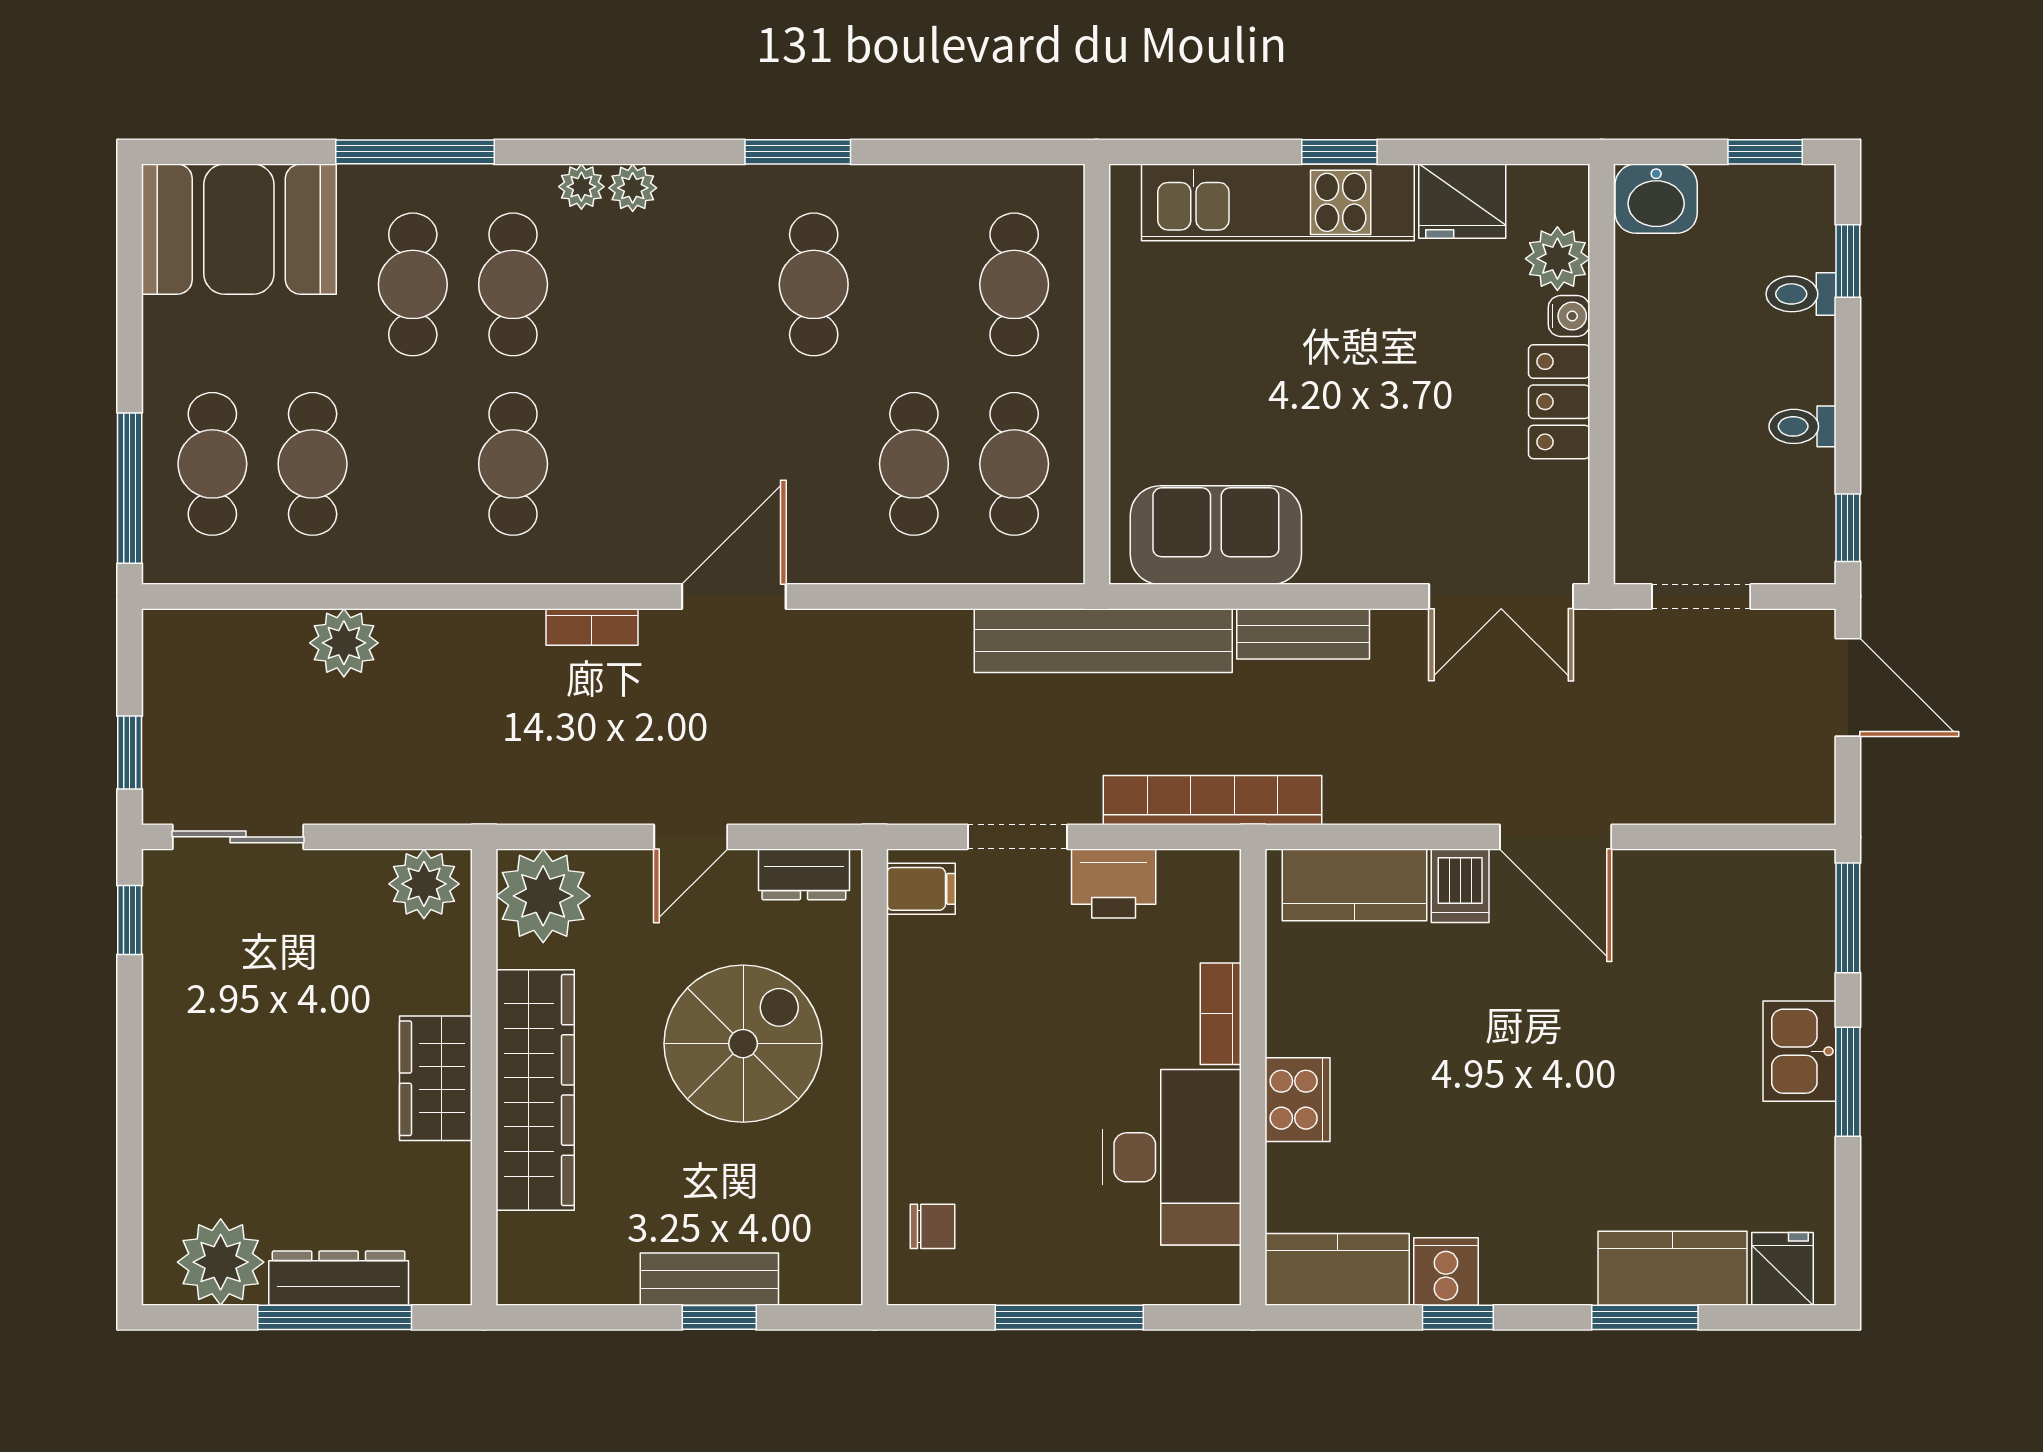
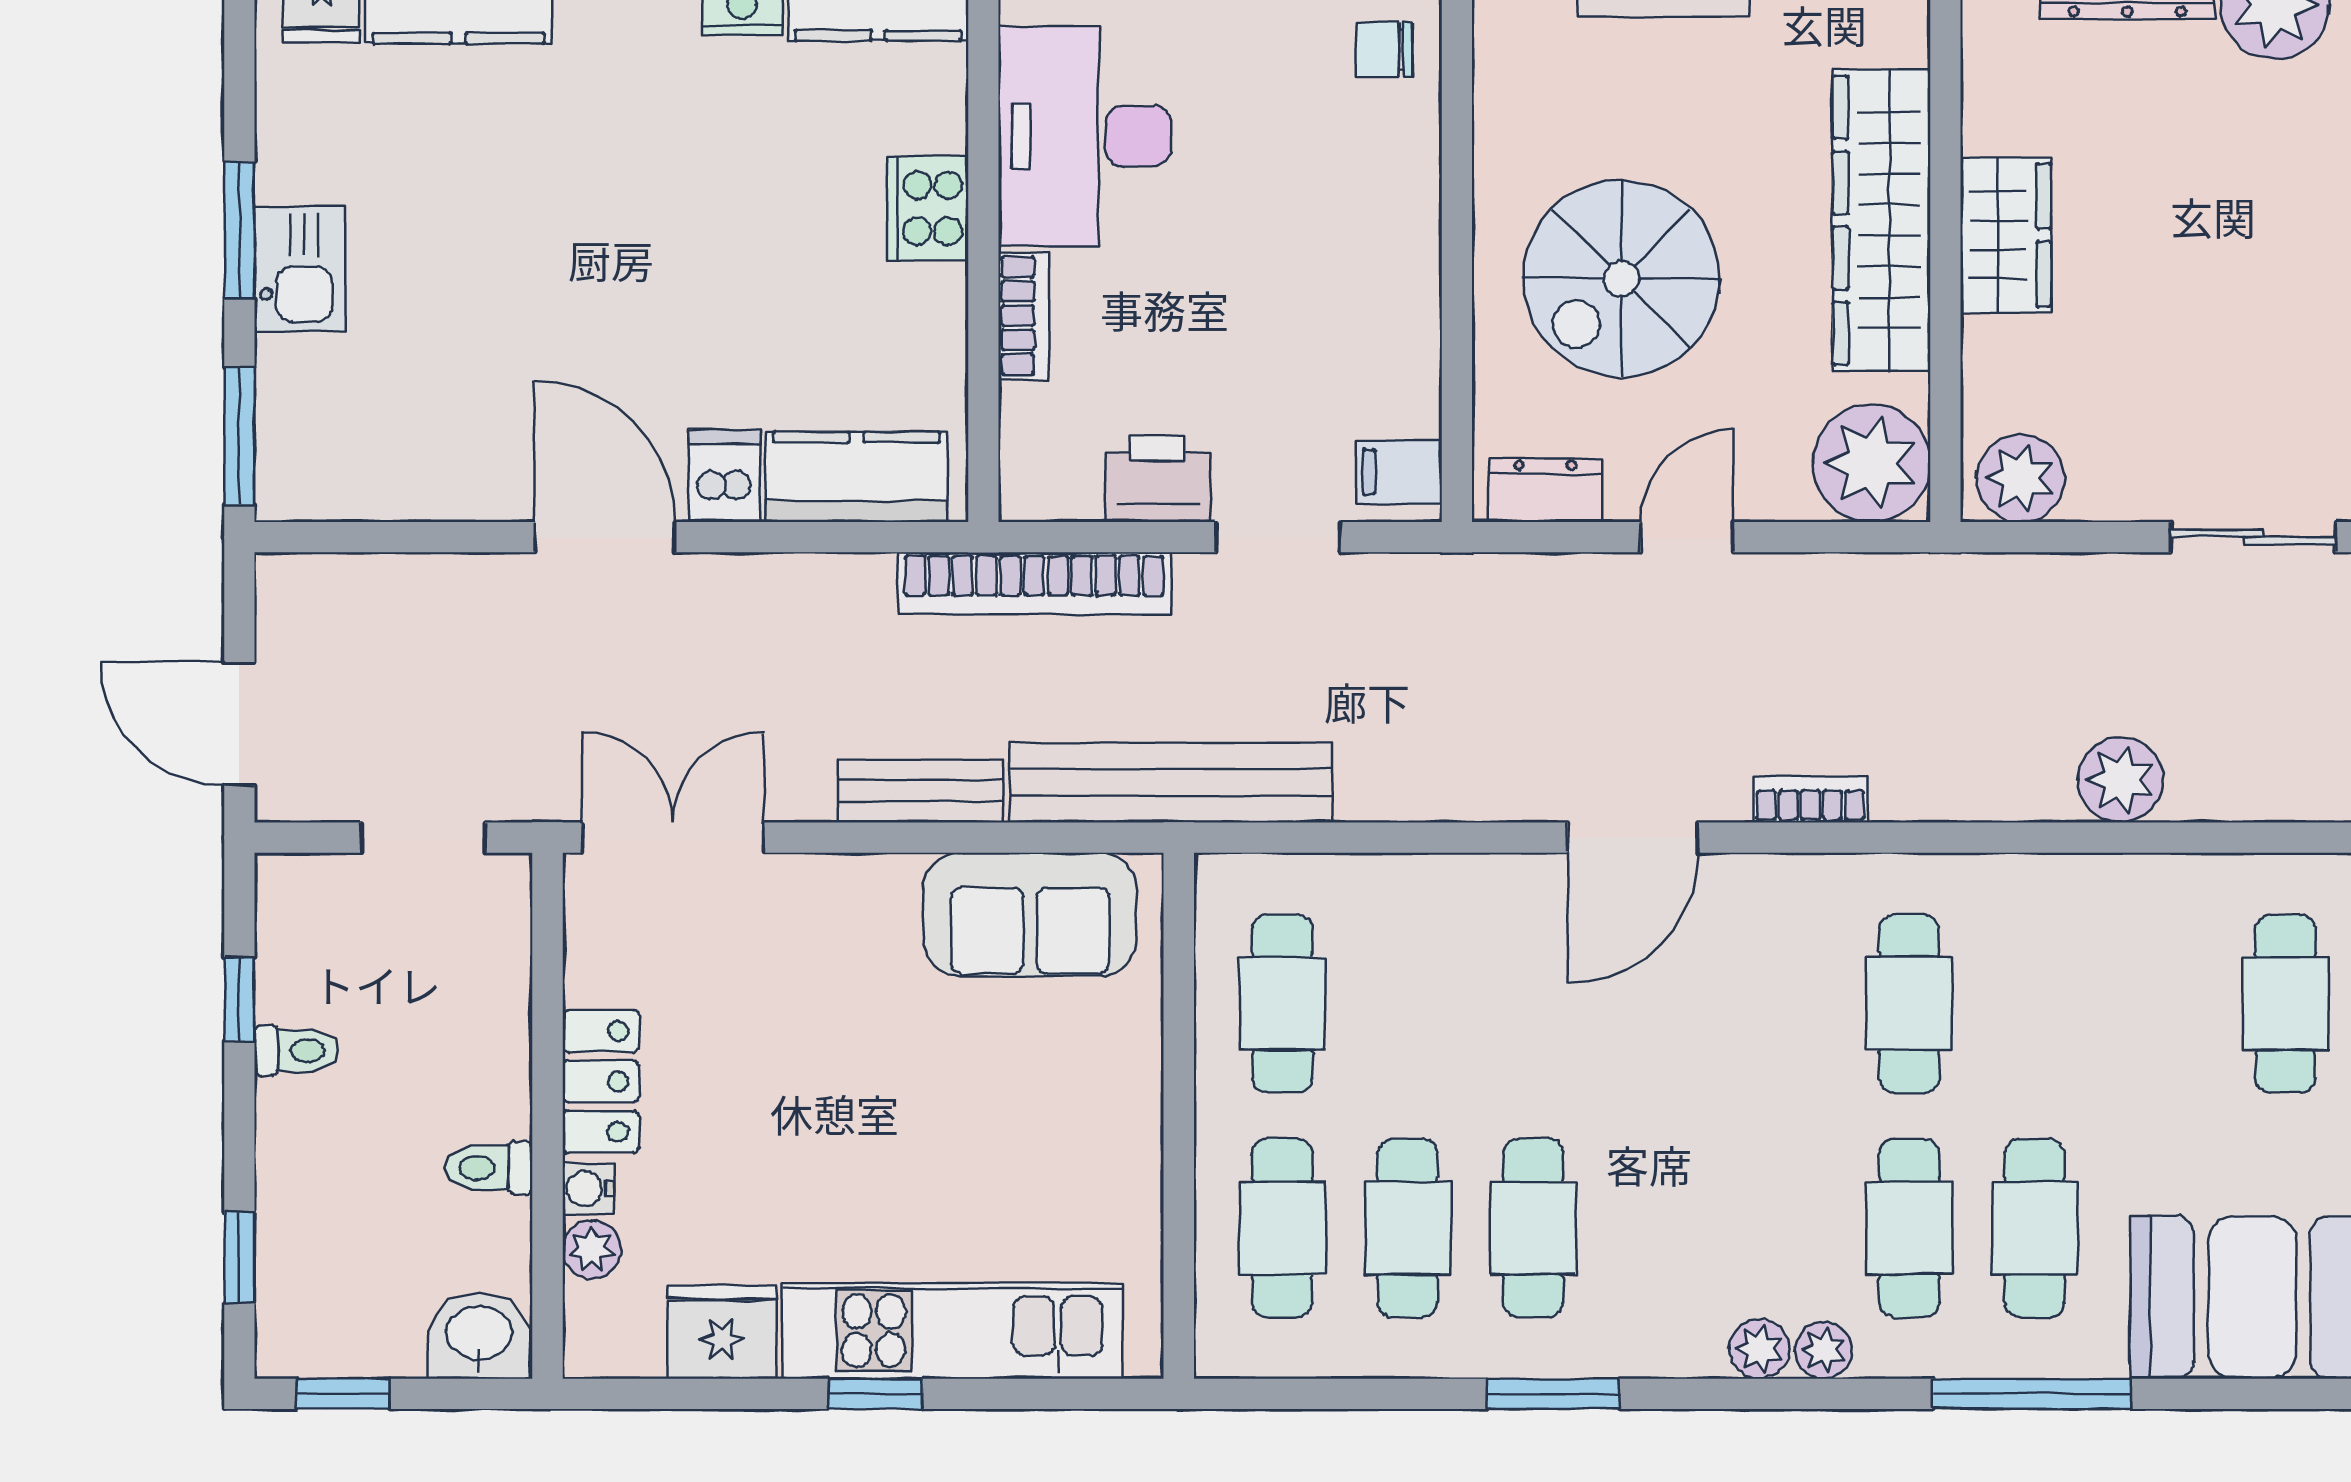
plant: (1557, 259) -> (592, 1249), width x0.73, depth x0.73
toilet: (1801, 294) -> (489, 1168), moved, turned 180
cafe table: (313, 464) -> (2160, 1003), removed
cafe table: (914, 464) -> (1408, 1228), moved
window: (1848, 528) -> (239, 999), moved

